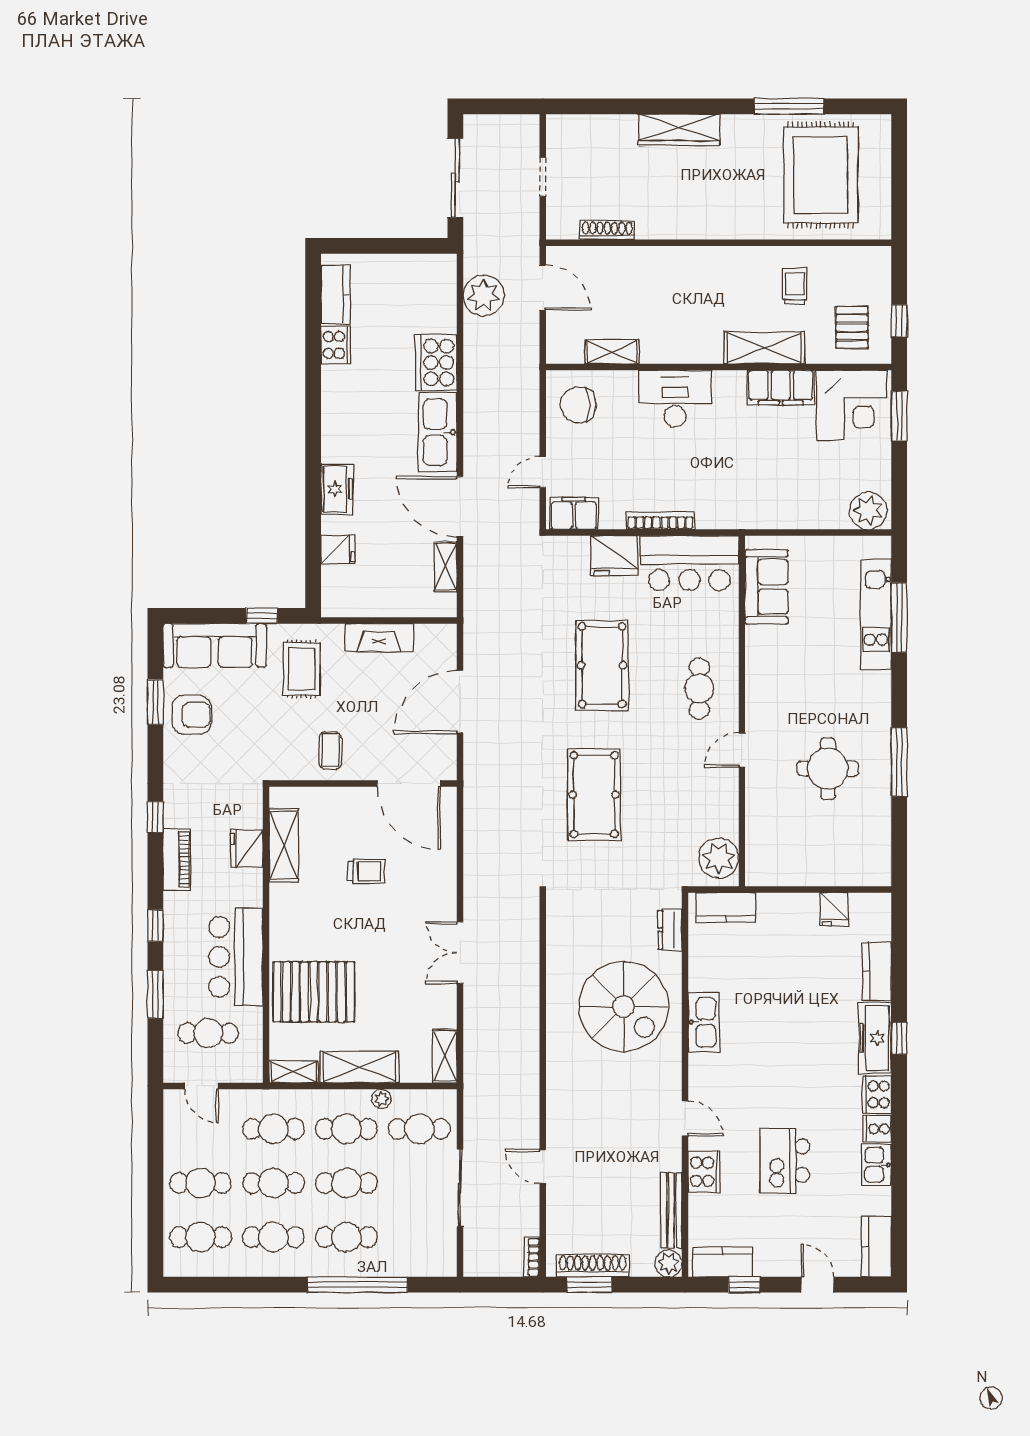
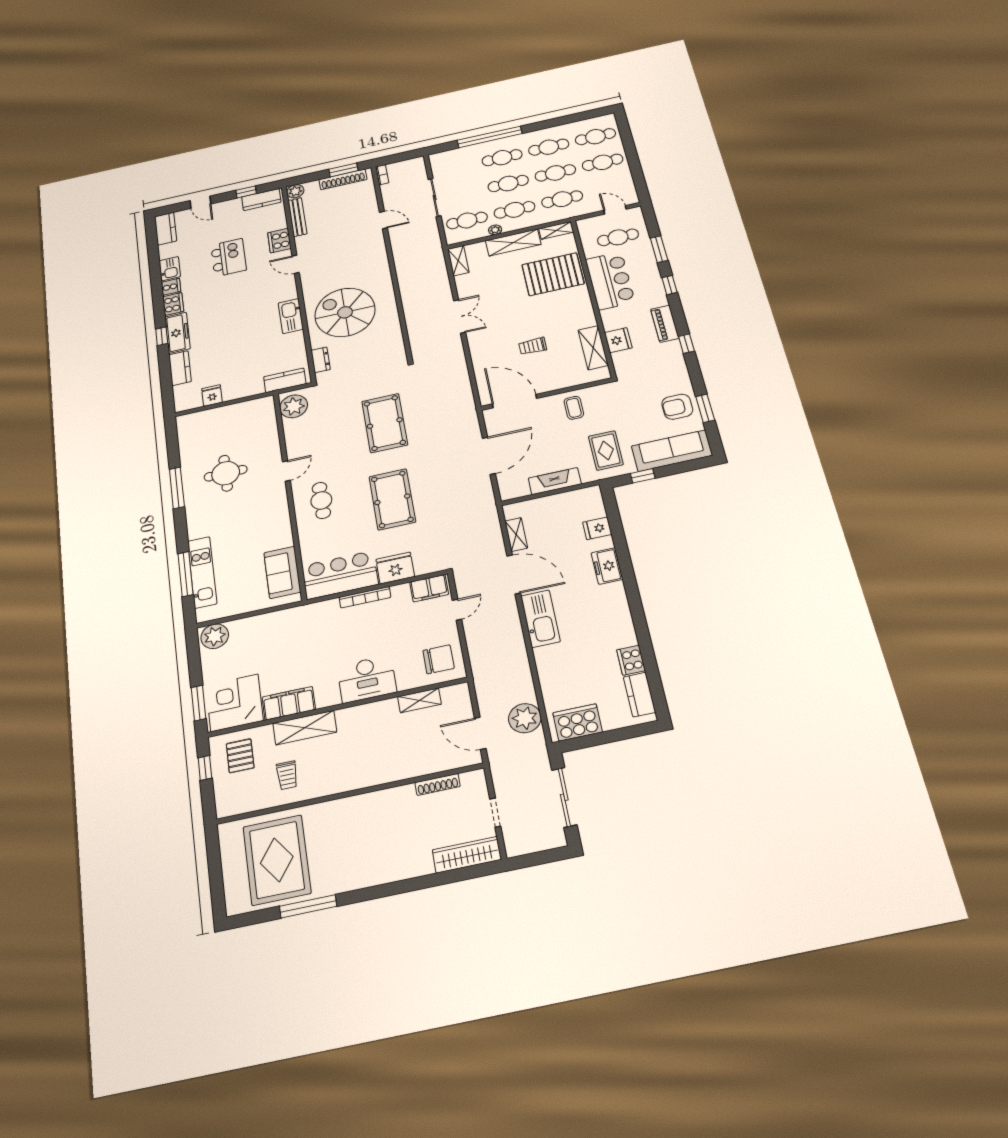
wardrobe: (679, 130) -> (467, 855), moved
cooker: (436, 362) -> (578, 722), moved, turned -90

